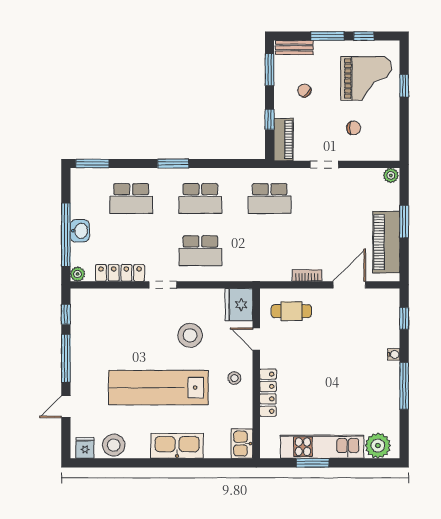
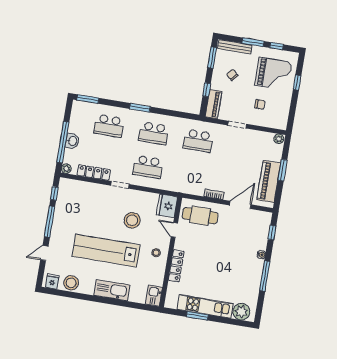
bench: (294, 48) -> (235, 47), width x1.36
cafe table: (291, 311) -> (200, 216), width x1.37, depth x1.35

